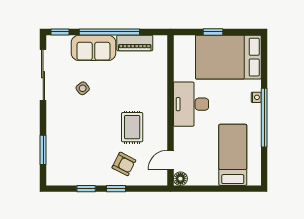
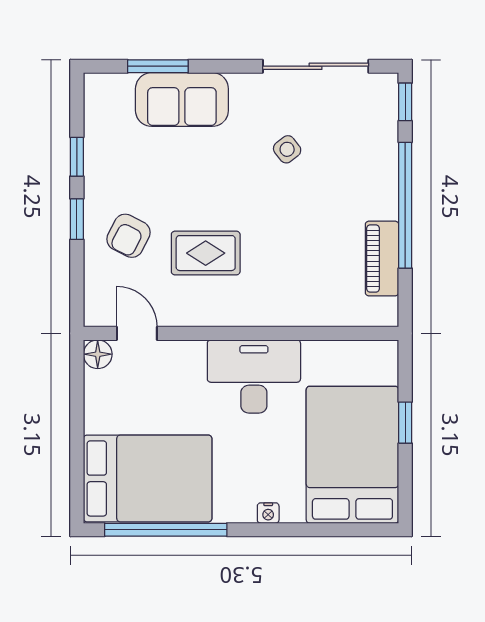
sofa: (94, 48) -> (182, 100), moved, turned -90
window: (264, 118) -> (166, 530), moved
bed: (233, 155) -> (148, 478), width x1.50

